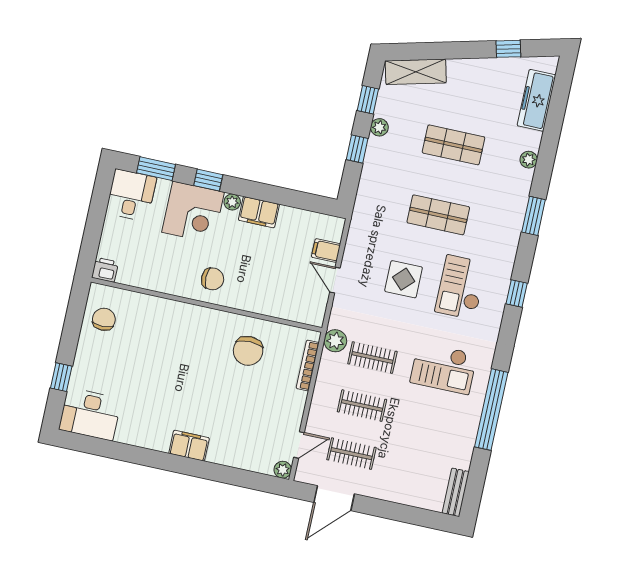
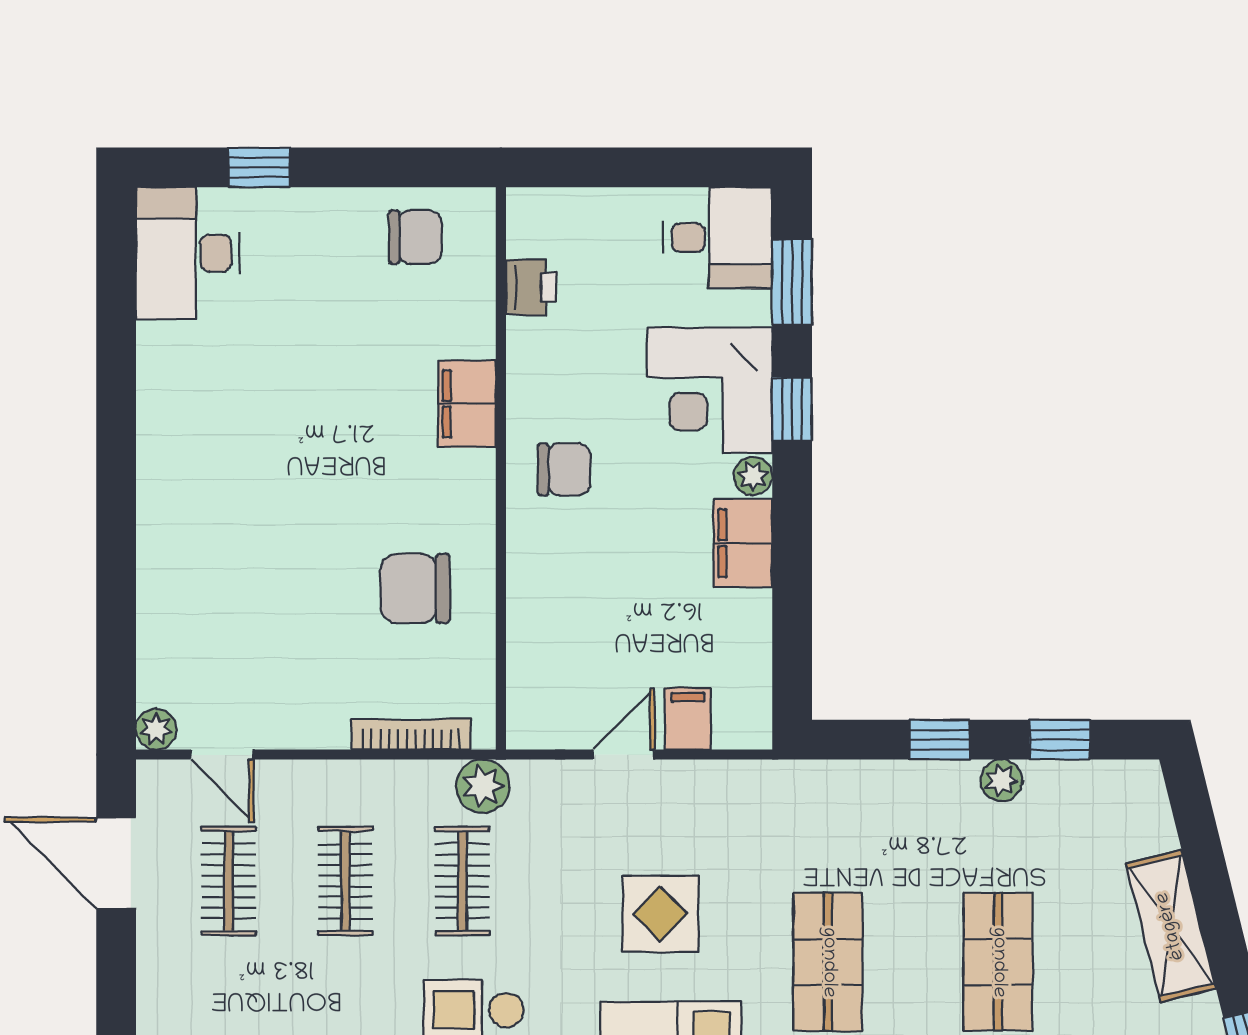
shelving: (416, 72) -> (1171, 926), moved
printer: (105, 270) -> (531, 287), moved
chair: (213, 279) -> (564, 469), turned -90
filing cabinet: (189, 446) -> (467, 404), moved, turned 180

